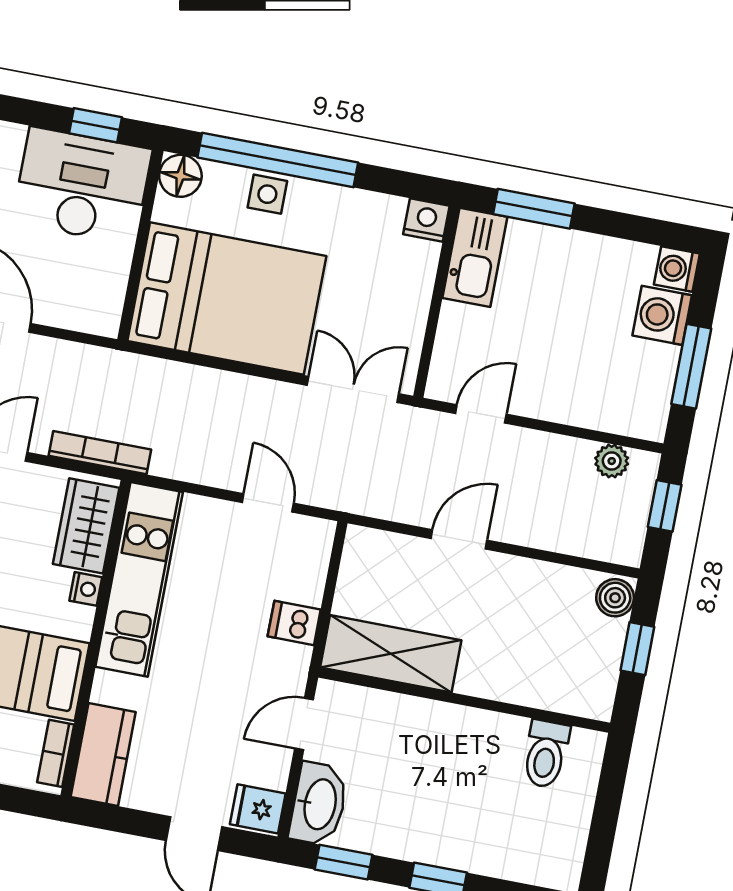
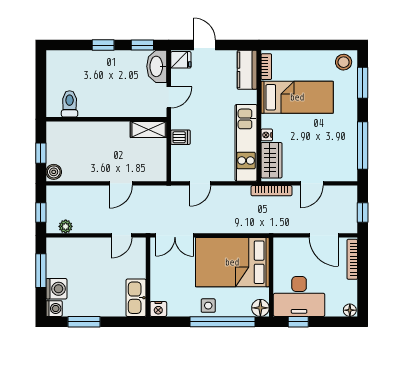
side table: (267, 194) -> (208, 306), moved
window: (534, 209) -> (84, 322), moved
door: (268, 503) -> (200, 183), hinge flipped
shelving: (391, 654) -> (149, 130), width x0.67, depth x0.75

